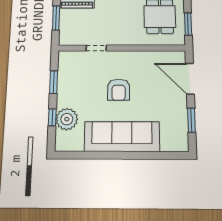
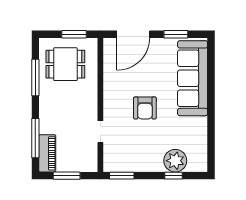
window: (54, 82) -> (122, 176), moved
armchair: (119, 90) -> (145, 108), turned 90
sofa: (122, 137) -> (193, 78), moved

